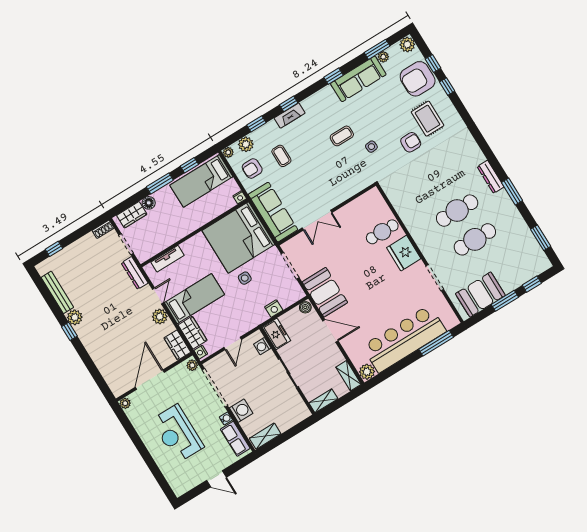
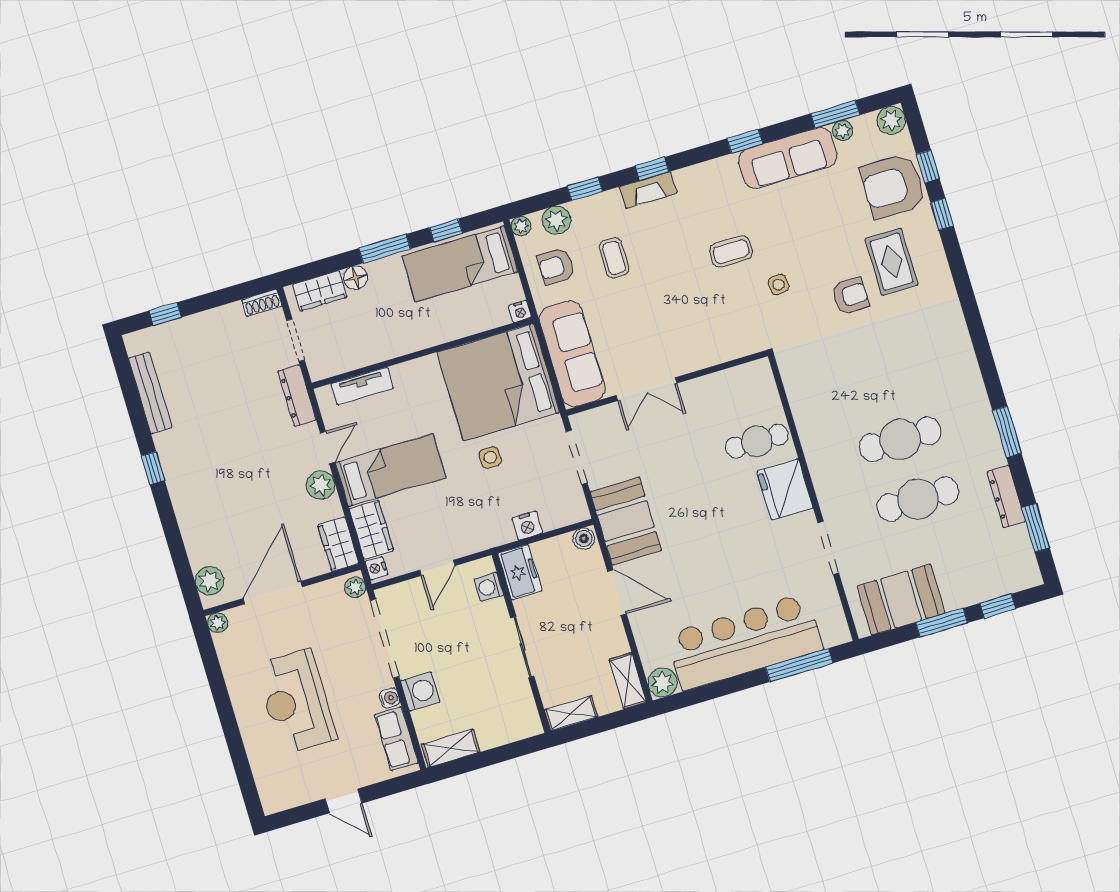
dresser: (491, 177) -> (1006, 497), moved
plant: (75, 317) -> (209, 581), moved

